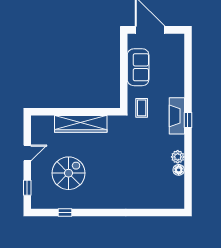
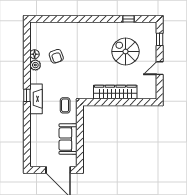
armchair: (152, 167) -> (56, 56), added
spiral stairs: (68, 173) -> (125, 51), turned 90

